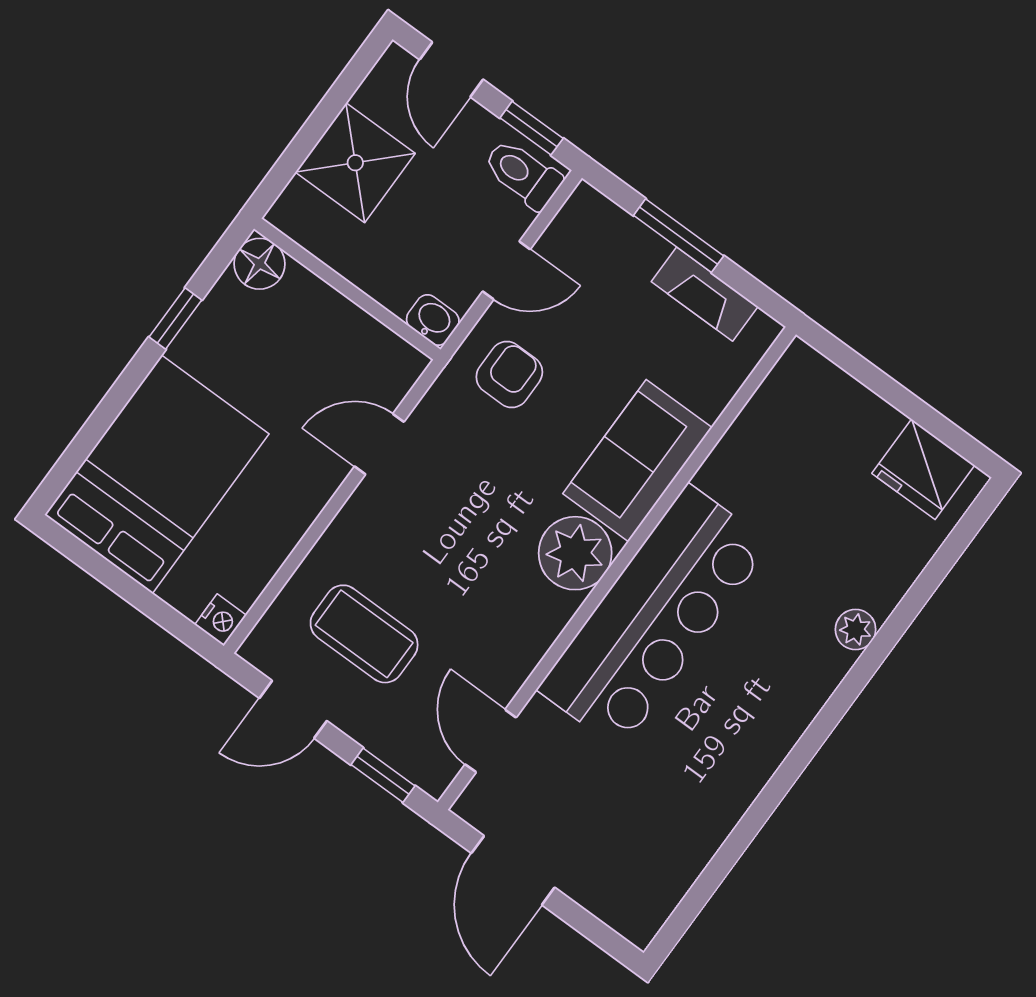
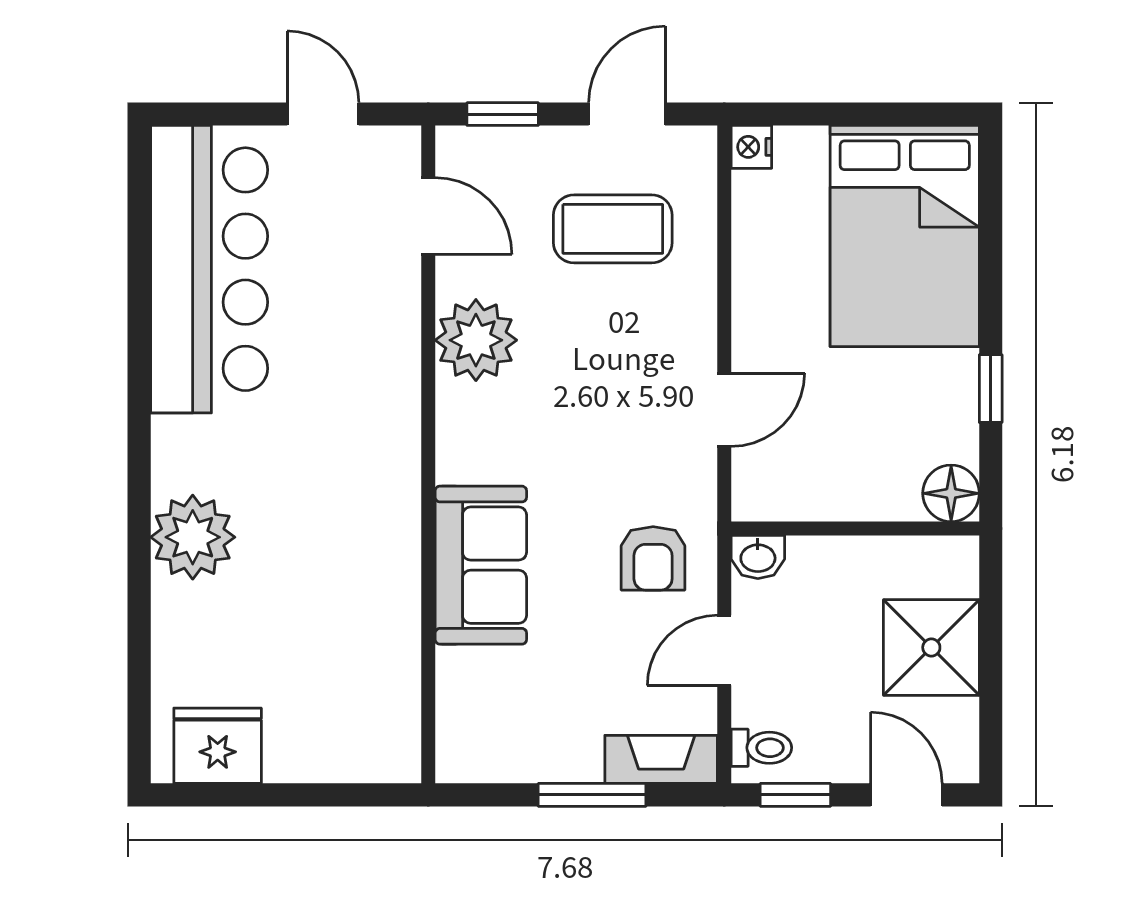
toilet: (523, 174) -> (761, 748), width x0.73, depth x0.72
fireplace: (705, 294) -> (661, 759), moved
plant: (575, 553) -> (476, 340), moved
bar counter: (654, 617) -> (209, 269), moved, turned 180
plant: (856, 630) -> (193, 537), width x1.87, depth x1.87
door: (513, 870) -> (323, 114), width x0.73

